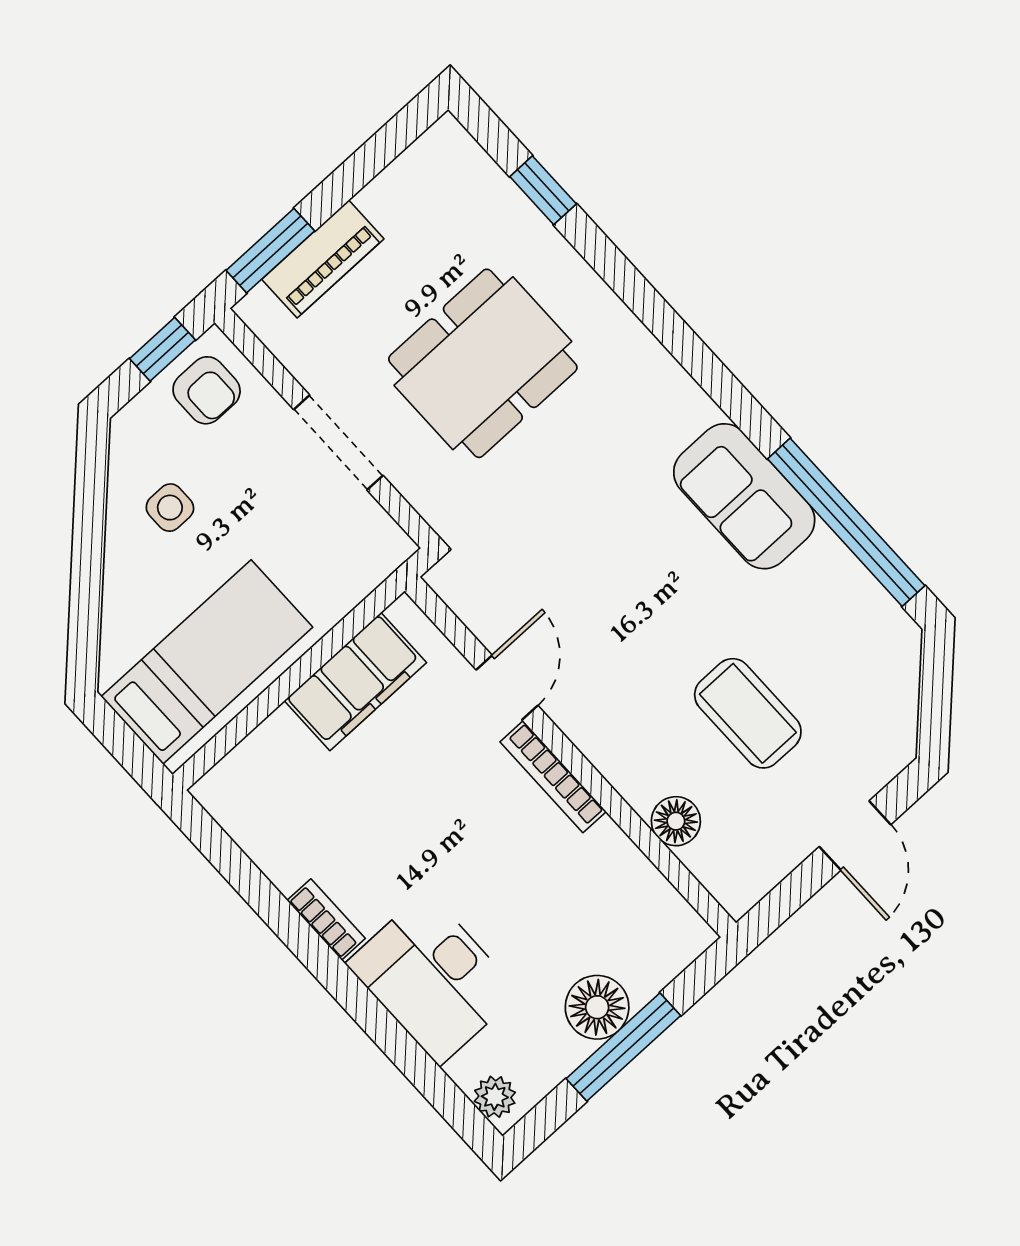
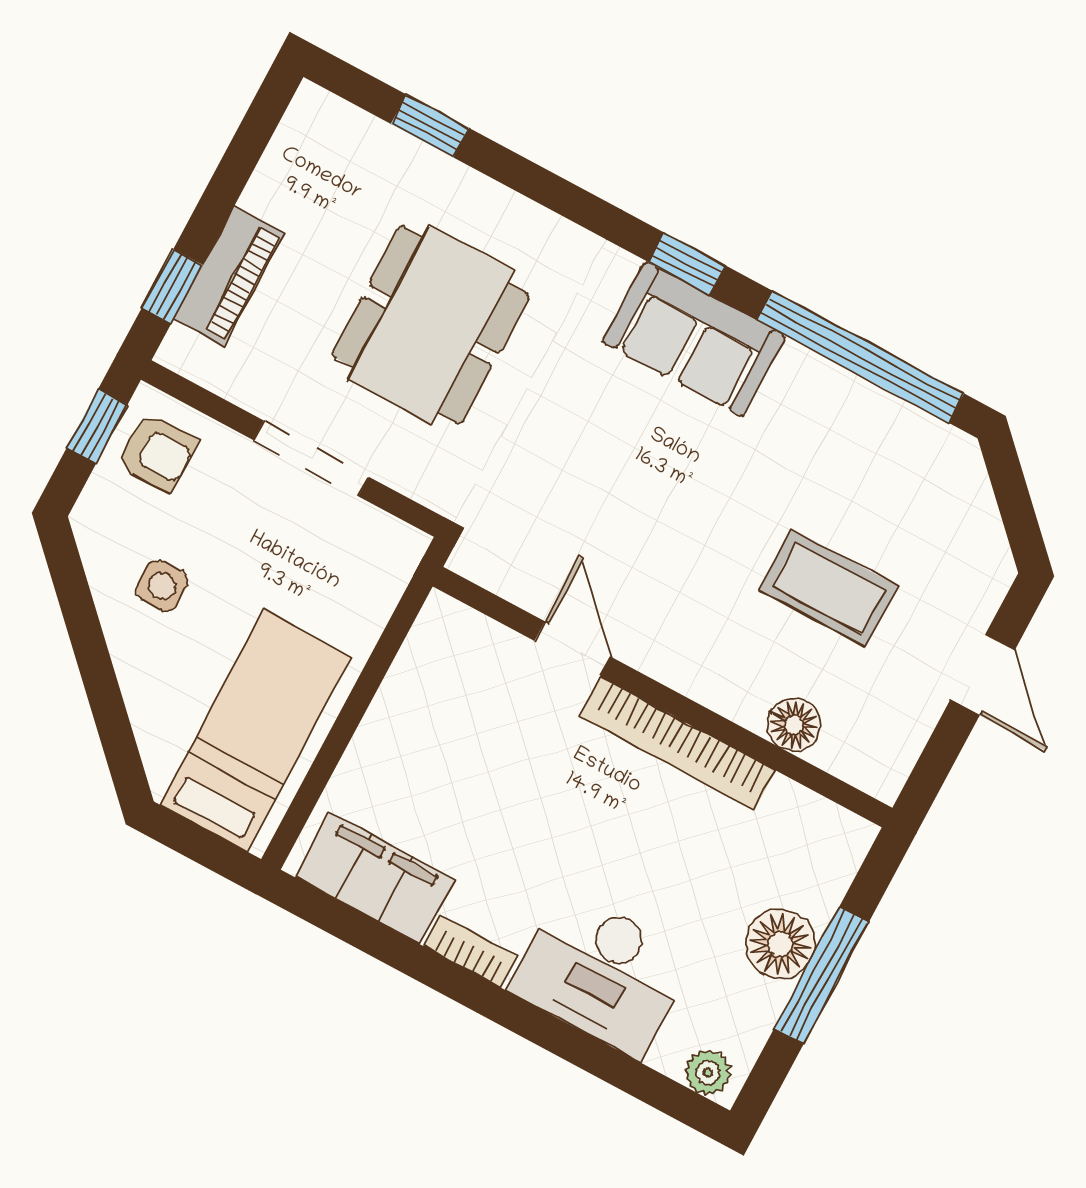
window: (270, 251) -> (172, 286), width x0.67
window: (724, 388) -> (687, 264), added
sofa: (744, 496) -> (694, 339), moved
filing cabinet: (355, 682) -> (375, 878), moved, turned -90
bookcase: (553, 777) -> (678, 743), width x1.48, depth x1.31

